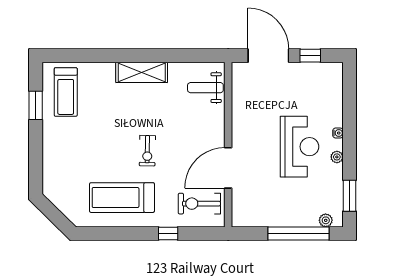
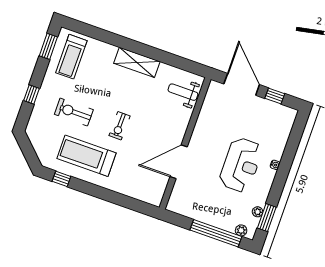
window: (36, 105) -> (48, 46), moved
window: (36, 150) -> (31, 94), added
plant: (337, 157) -> (258, 212), moved
exercise bike: (199, 204) -> (74, 112), moved
window: (168, 234) -> (61, 179), moved

